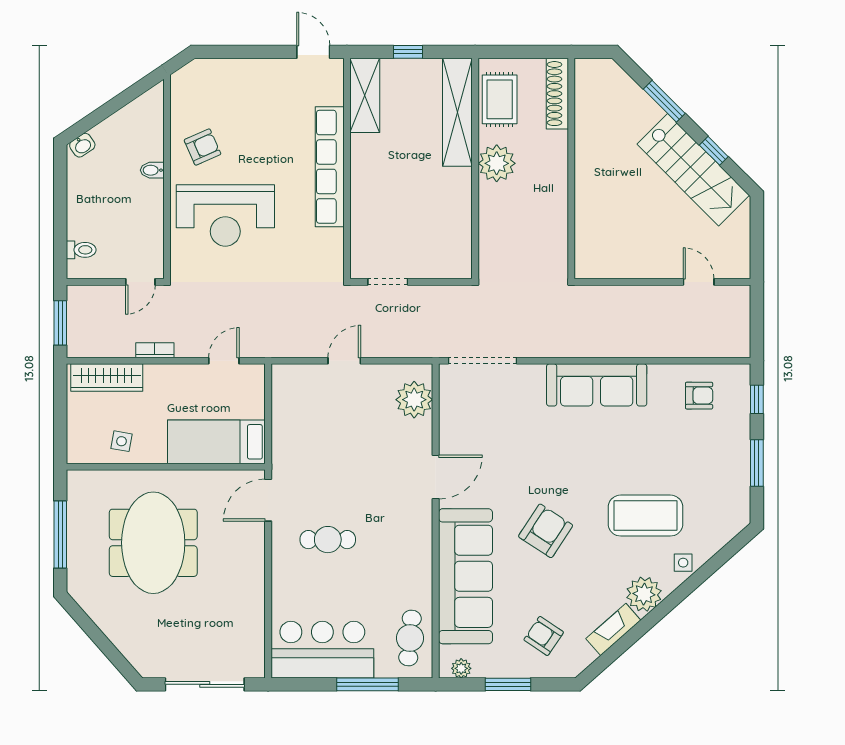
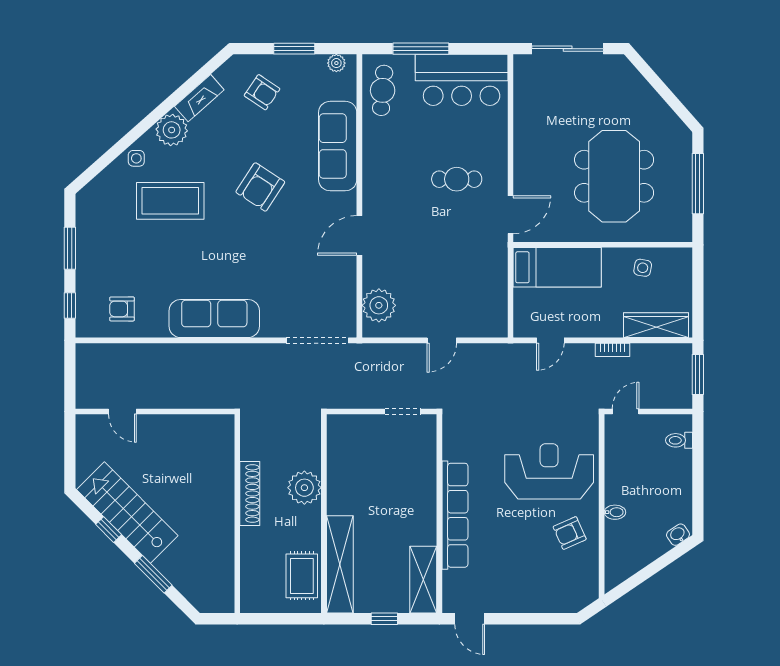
shoe rack: (557, 94) -> (250, 493), moved
plant: (497, 163) -> (304, 488), moved
sofa: (466, 576) -> (338, 146), width x0.74, depth x0.79

